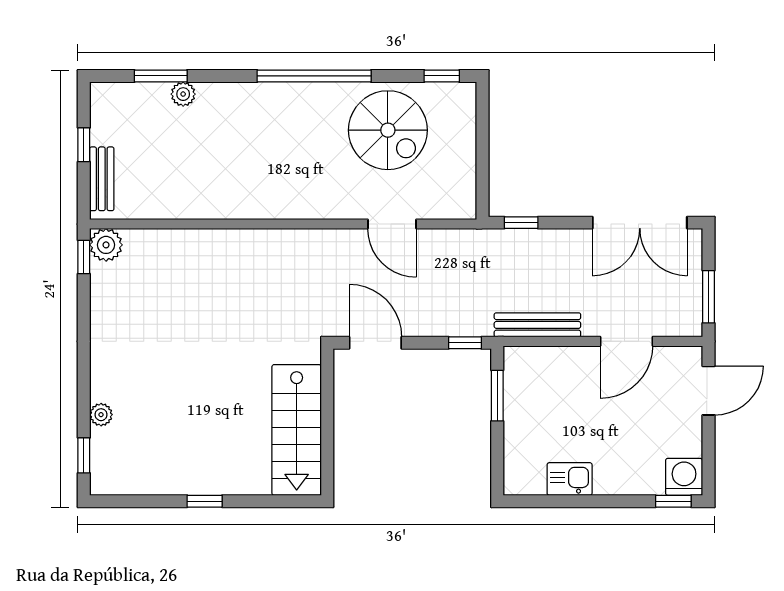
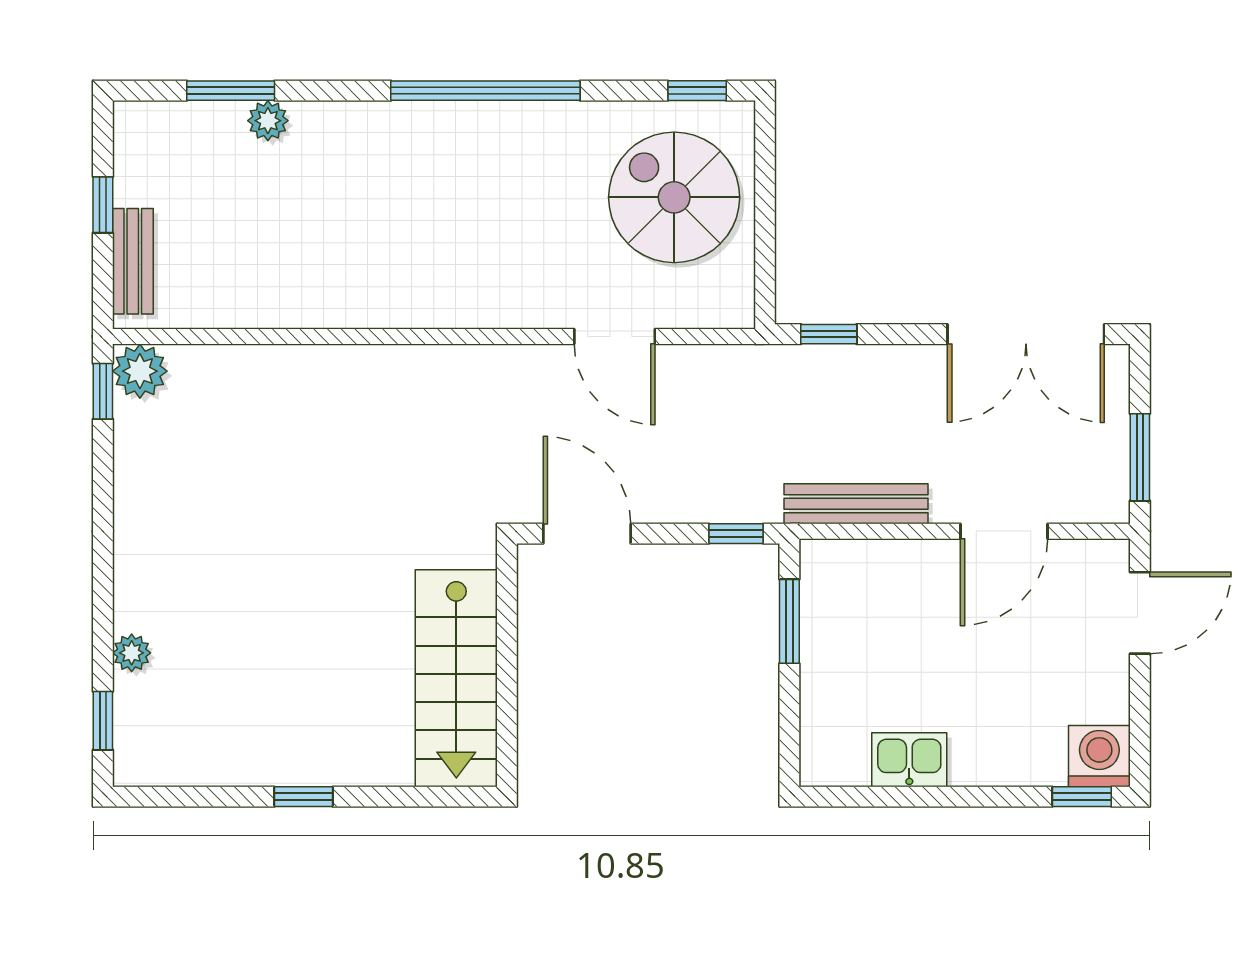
spiral stairs: (388, 130) -> (674, 197), moved, turned 180

